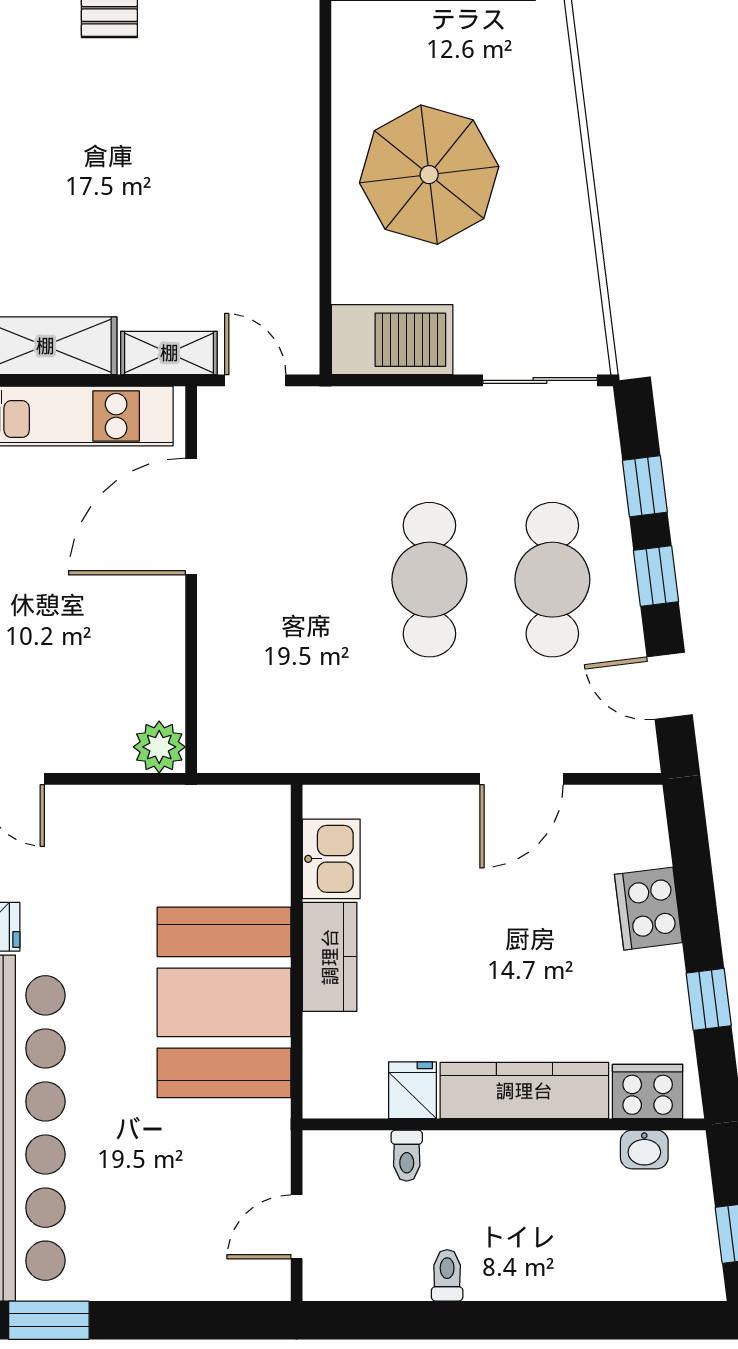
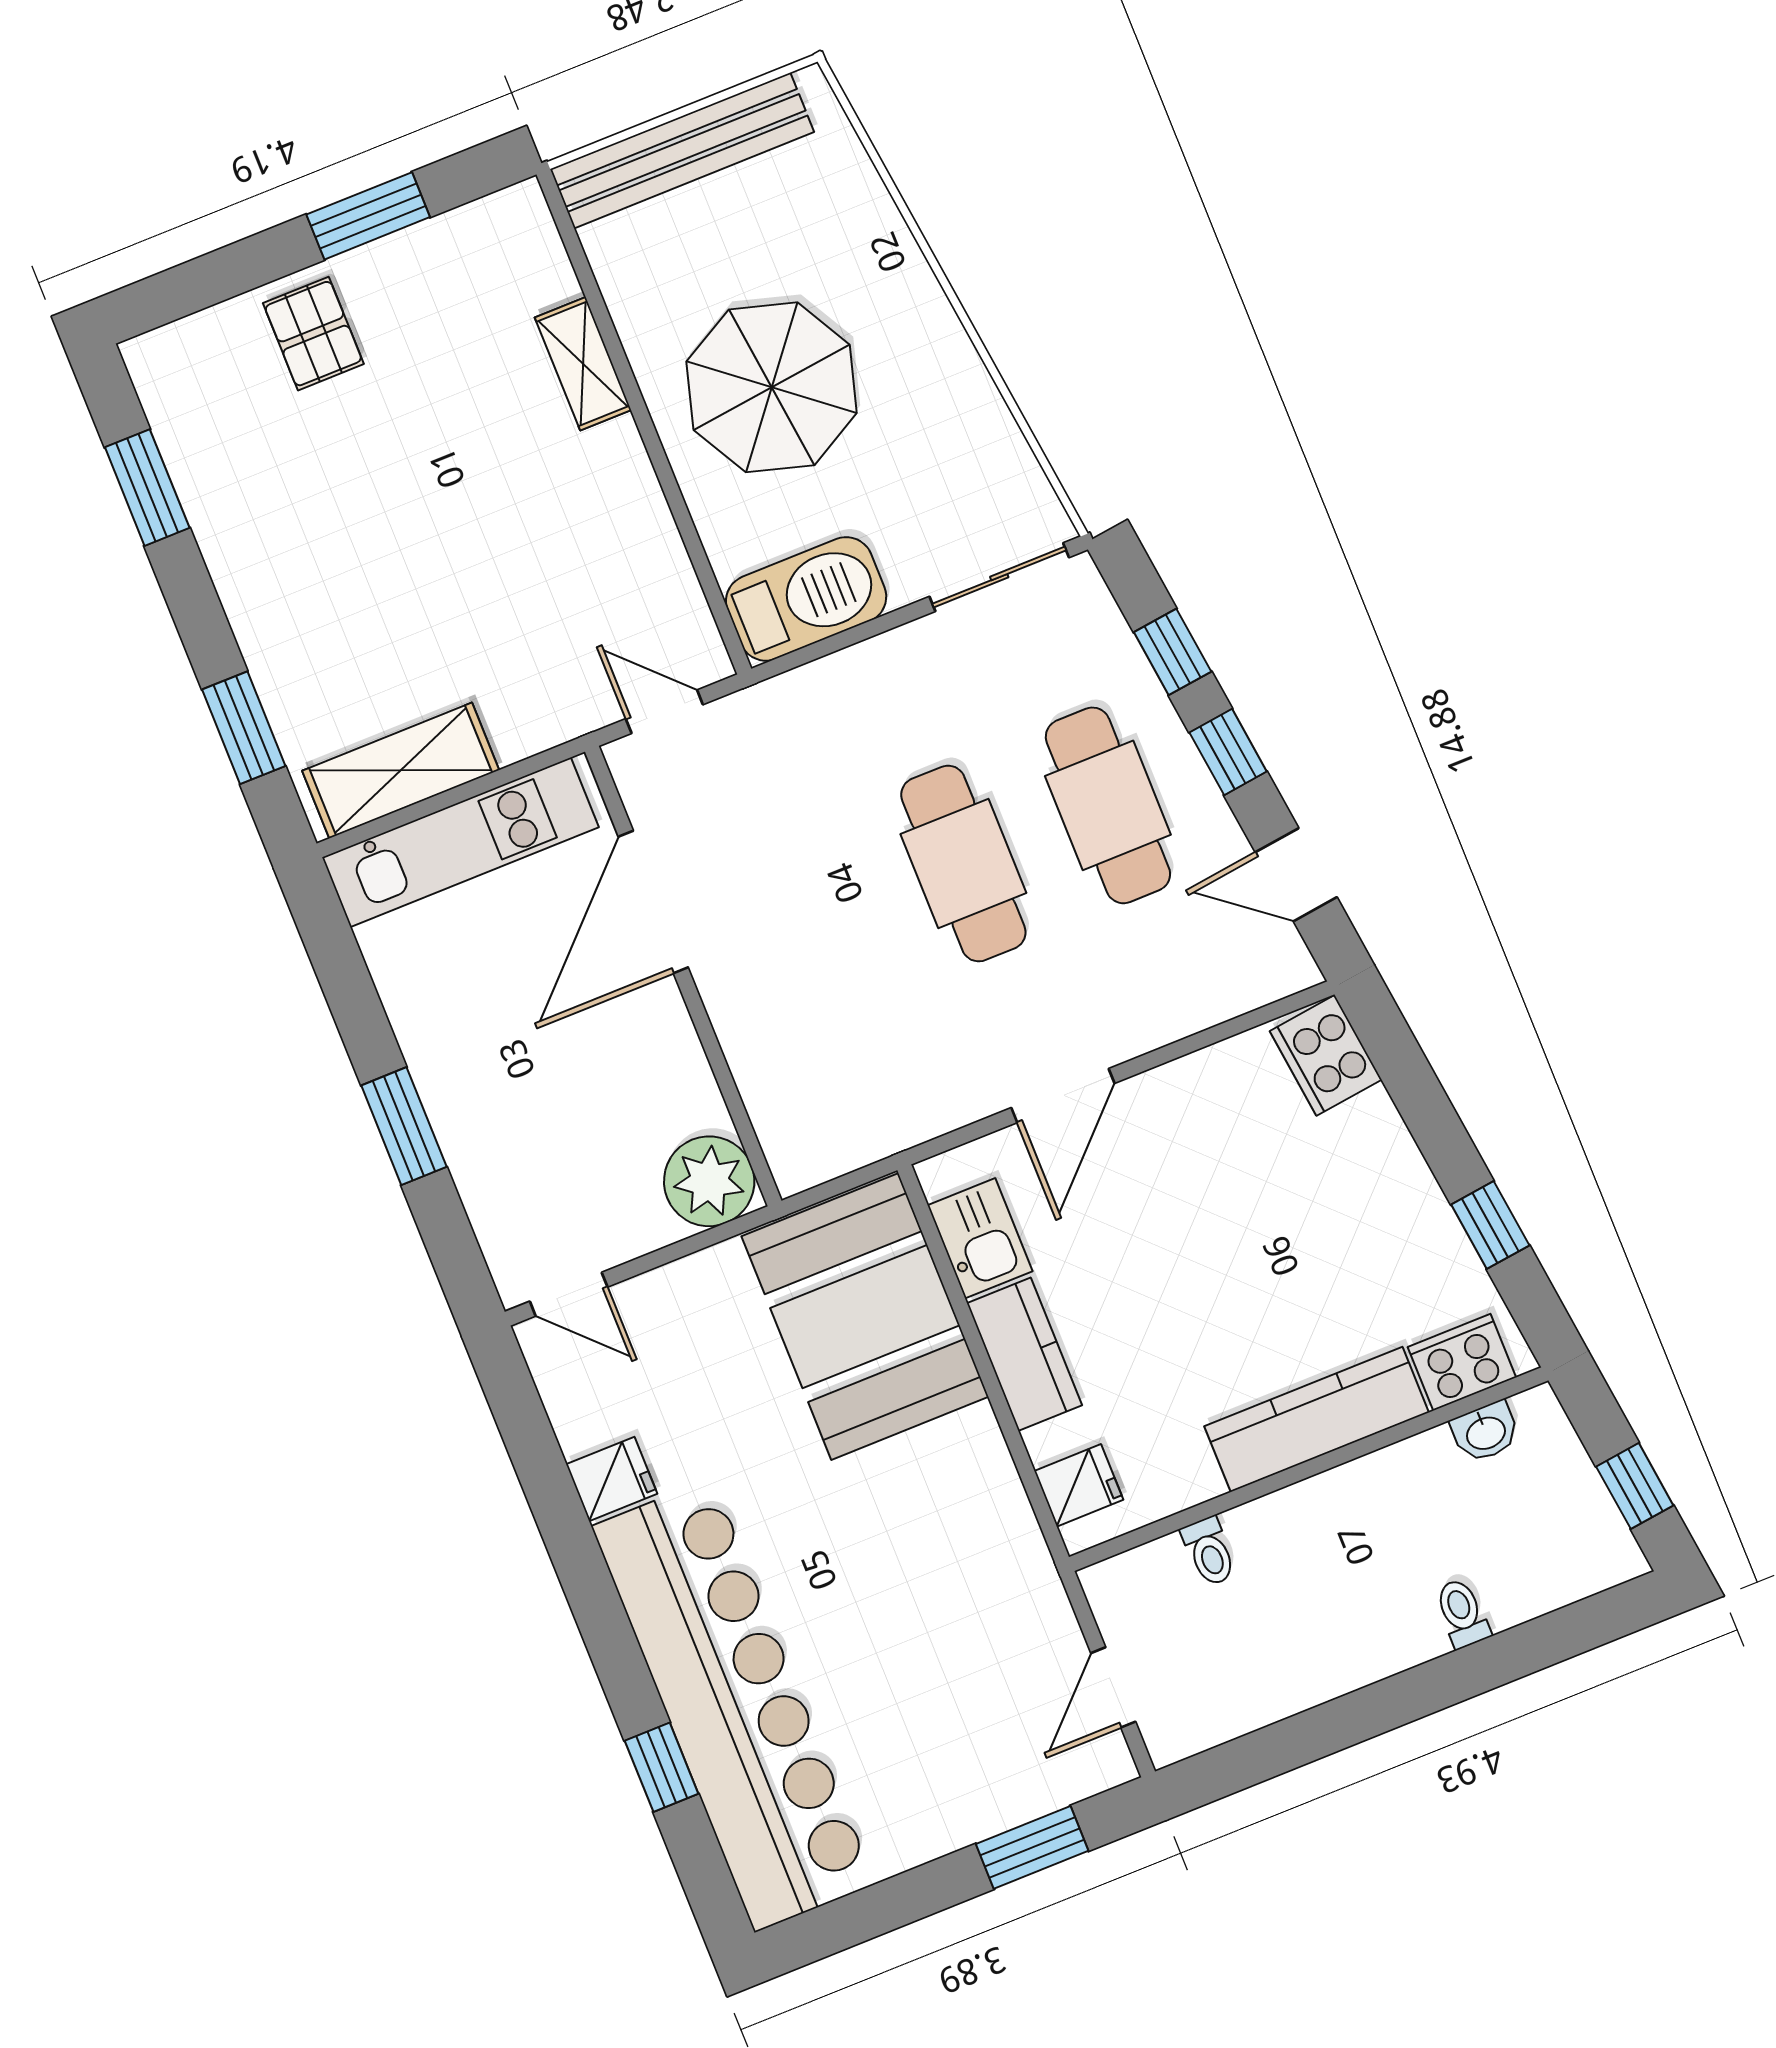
shelving: (169, 353) -> (583, 364), moved, turned 90
plant: (159, 747) -> (709, 1181), width x1.36, depth x1.36
door: (521, 779) -> (1063, 1096), moved
cooker: (648, 909) -> (1326, 1055), moved
booth: (224, 1002) -> (865, 1317), moved
fridge: (412, 1090) -> (1079, 1485), moved, turned 90
toilet: (447, 1275) -> (1462, 1613), moved
window: (49, 1320) -> (1032, 1847), moved

